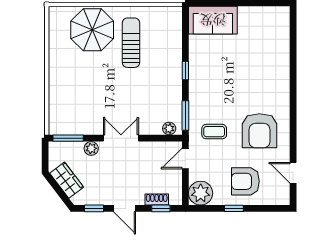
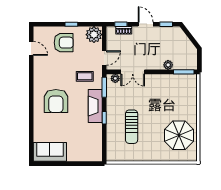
sofa: (213, 20) -> (50, 152), moved
parasol: (92, 30) -> (179, 135), moved
sun lounger: (131, 43) -> (132, 127), moved
fireplace: (199, 88) -> (95, 106), added
armchair: (260, 131) -> (56, 101), moved, turned 180
double door: (121, 138) -> (133, 72), moved
wardrobe: (67, 180) -> (185, 43), removed

